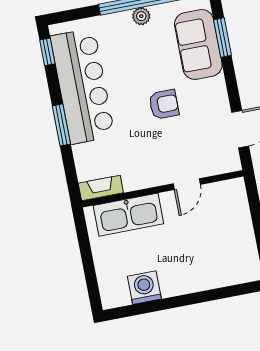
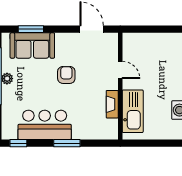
bar counter: (82, 86) -> (45, 125), width x0.73
fireplace: (101, 188) -> (112, 104), moved

